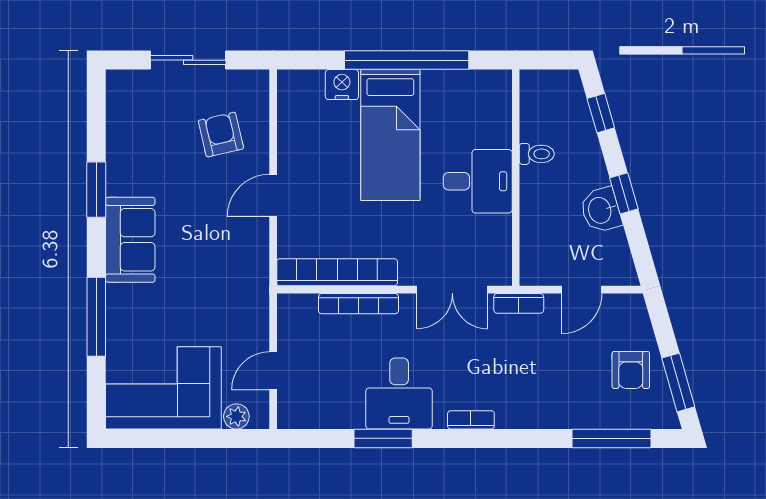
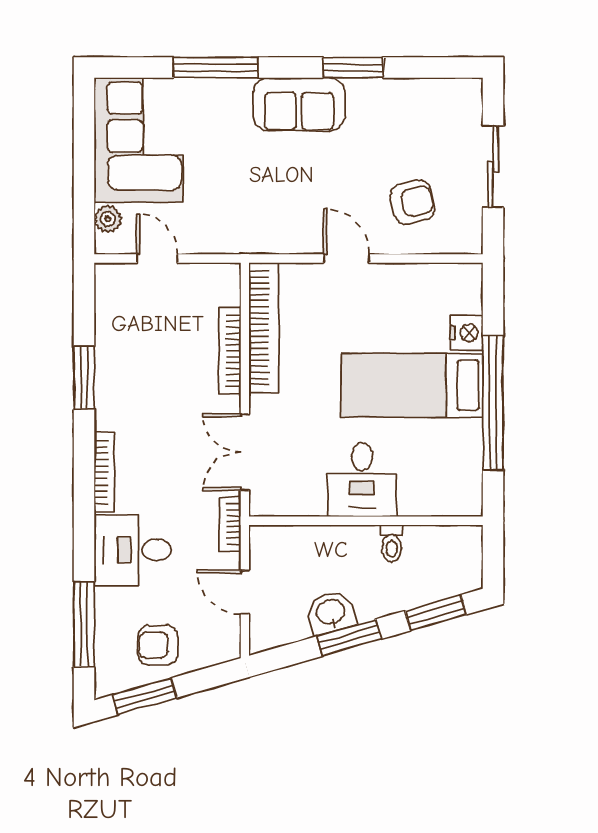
window: (601, 113) -> (436, 613), width x1.50
window: (624, 193) -> (349, 638), width x1.50
desk: (399, 394) -> (133, 550), moved
bookcase: (471, 420) -> (104, 472), width x1.56

